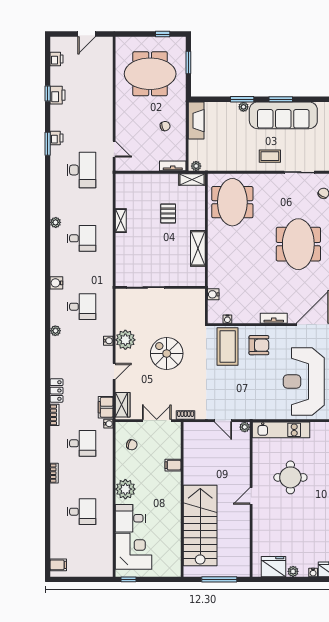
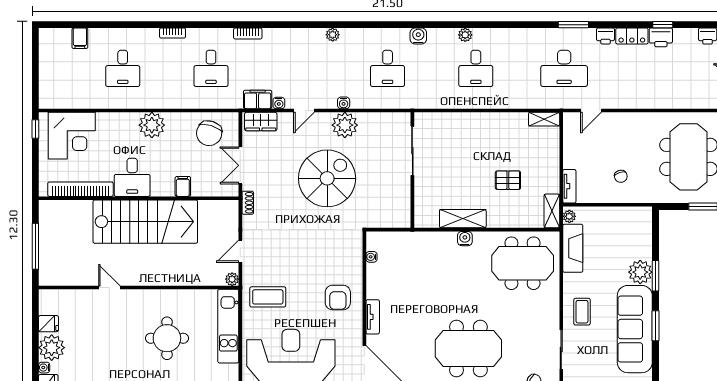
plant: (243, 107) -> (640, 272), width x1.88, depth x1.88
fireplace: (196, 121) -> (573, 248), moved, turned -90
window: (48, 144) -> (573, 25), moved
shelving: (121, 221) -> (544, 119), moved
plant: (56, 222) -> (465, 35), moved
water cooler: (213, 294) -> (465, 239), moved
plant: (55, 331) -> (333, 35), moved
coffee table: (228, 347) -> (268, 297), moved, width x0.73, depth x0.76
spiral stairs: (167, 353) -> (327, 178), width x1.37, depth x1.37
door: (114, 371) -> (304, 111), hinge flipped
locker: (56, 391) -> (632, 36), moved
double door: (157, 421) -> (240, 165), swing flipped
water cooler: (108, 424) -> (279, 103), moved
chair: (132, 445) -> (209, 133), width x1.87, depth x1.87
door: (251, 496) -> (109, 288), moved
desk: (130, 518) -> (132, 177), moved, turned 180
stairs: (200, 526) -> (145, 222), moved
bookcase: (175, 544) -> (80, 189), added
filing cabinet: (58, 565) -> (80, 38), moved
fridge: (273, 567) -> (48, 324), width x0.53, depth x0.75
plant: (293, 571) -> (52, 348), width x1.88, depth x1.88

